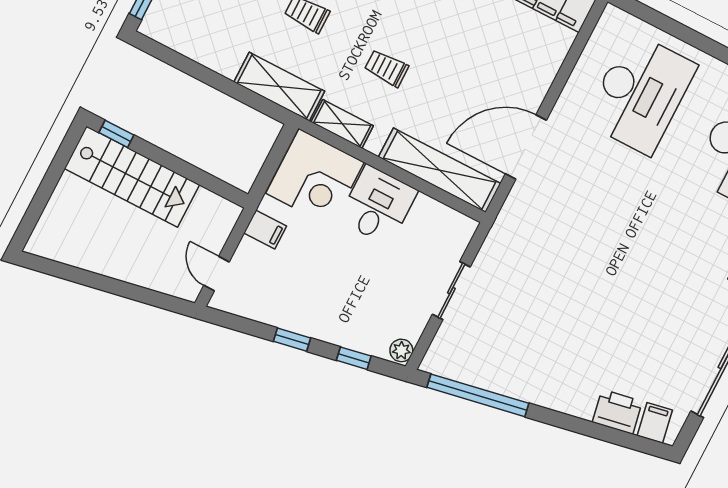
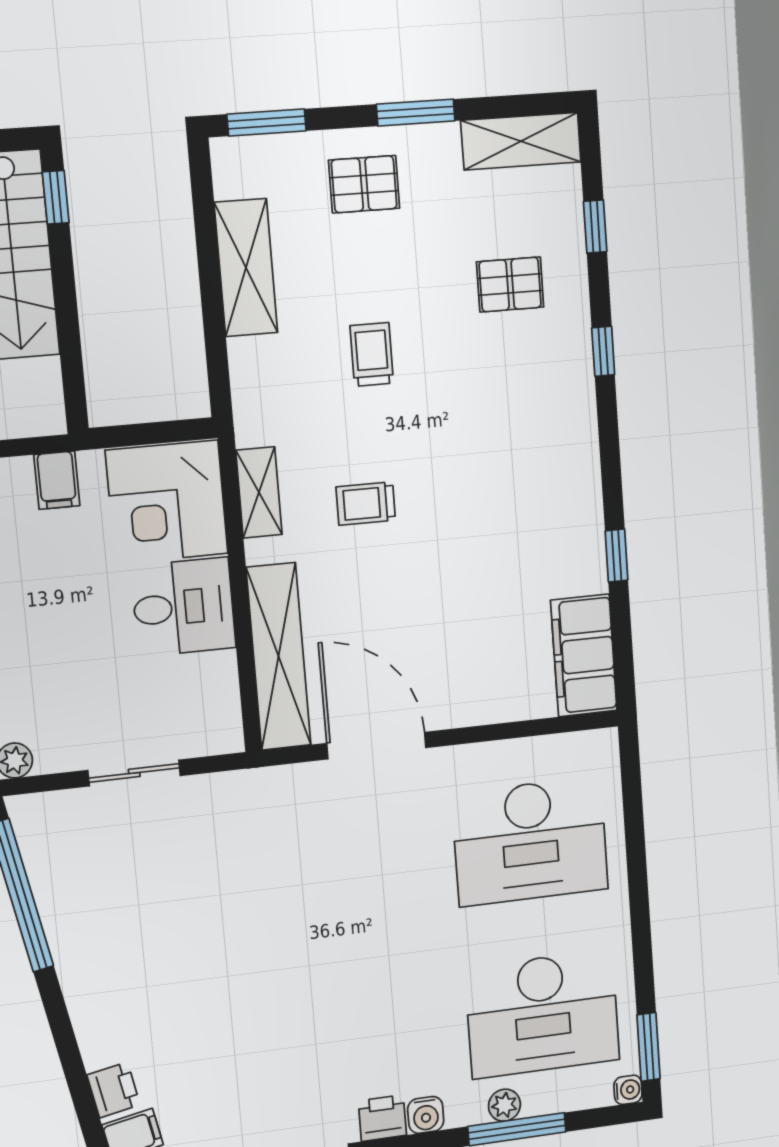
trolley: (386, 68) -> (366, 504), turned -90
shelving: (279, 87) -> (246, 268), moved
printer: (617, 412) -> (114, 1090), width x0.73, depth x0.81

